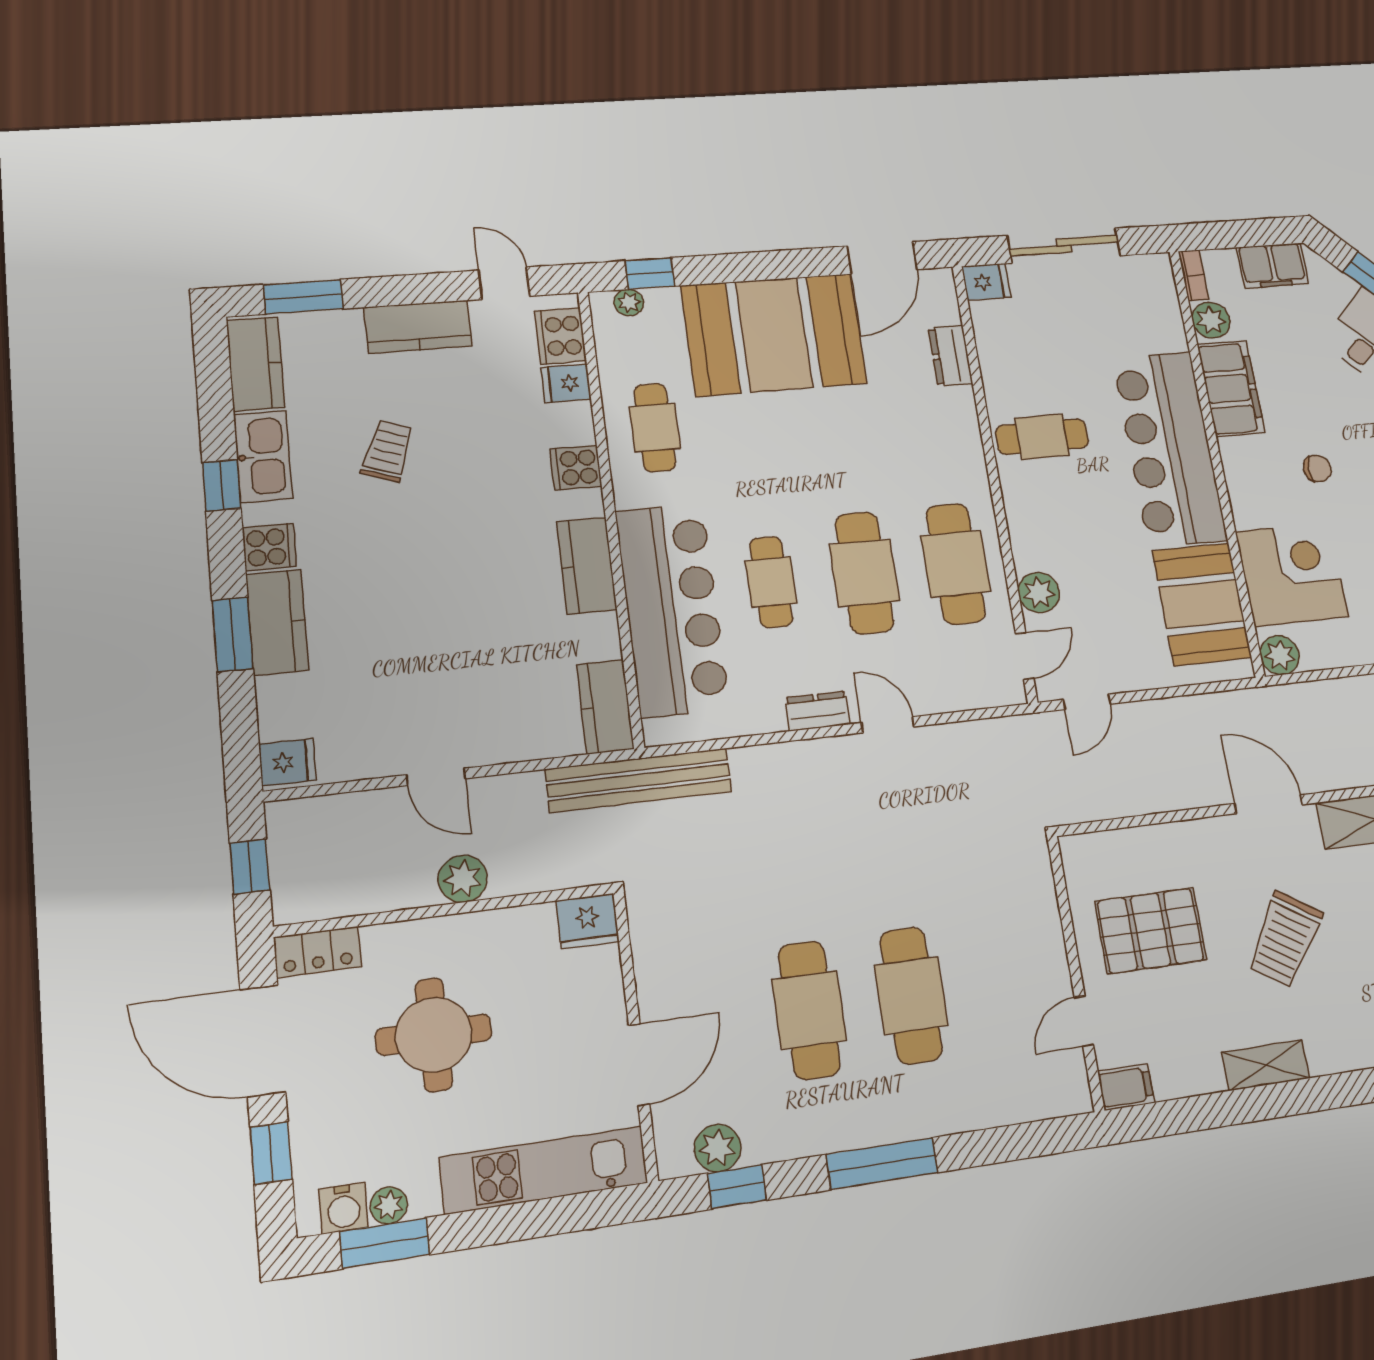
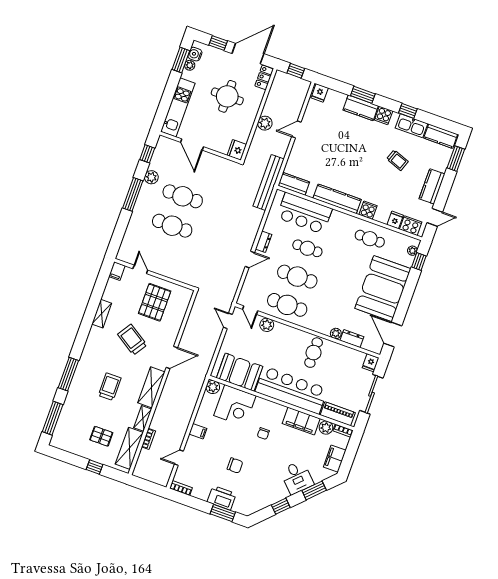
piano: (1161, 307) -> (338, 414), added
plant: (960, 402) -> (336, 333), added
kitchen counter: (587, 566) -> (337, 199), width x1.50
bar counter: (672, 609) -> (304, 213), width x0.73
plant: (718, 1148) -> (151, 177), moved

